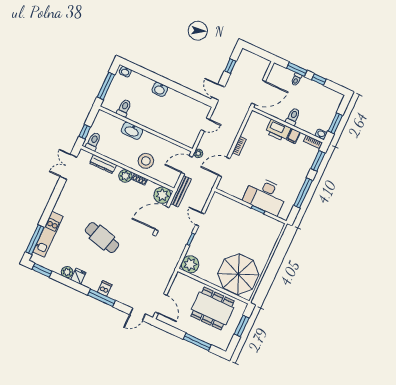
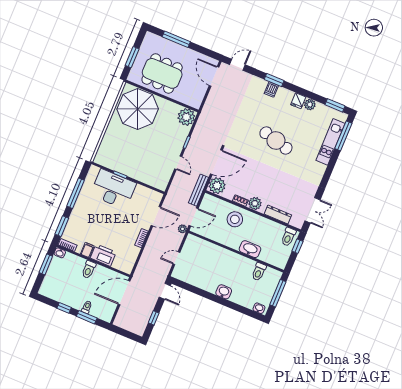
window: (102, 298) -> (274, 80), width x0.69

